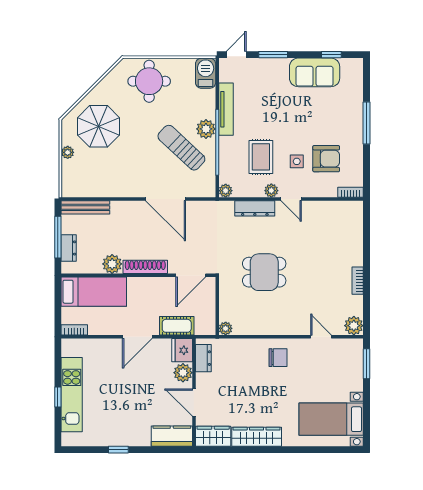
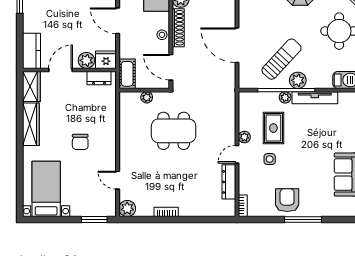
rug: (261, 157) -> (273, 128), turned 90
armchair: (326, 159) -> (287, 200), moved, turned 180
plant: (226, 191) -> (285, 97), moved
door: (166, 199) -> (237, 45), hinge flipped
dresser: (255, 208) -> (229, 182), moved
dining table: (264, 272) -> (174, 131), width x1.38
stool: (153, 286) -> (162, 35), added
cot: (177, 326) -> (127, 74), moved
plant: (226, 328) -> (147, 97), moved
door: (321, 337) -> (118, 180), swing flipped
chair: (278, 358) -> (80, 142), moved

